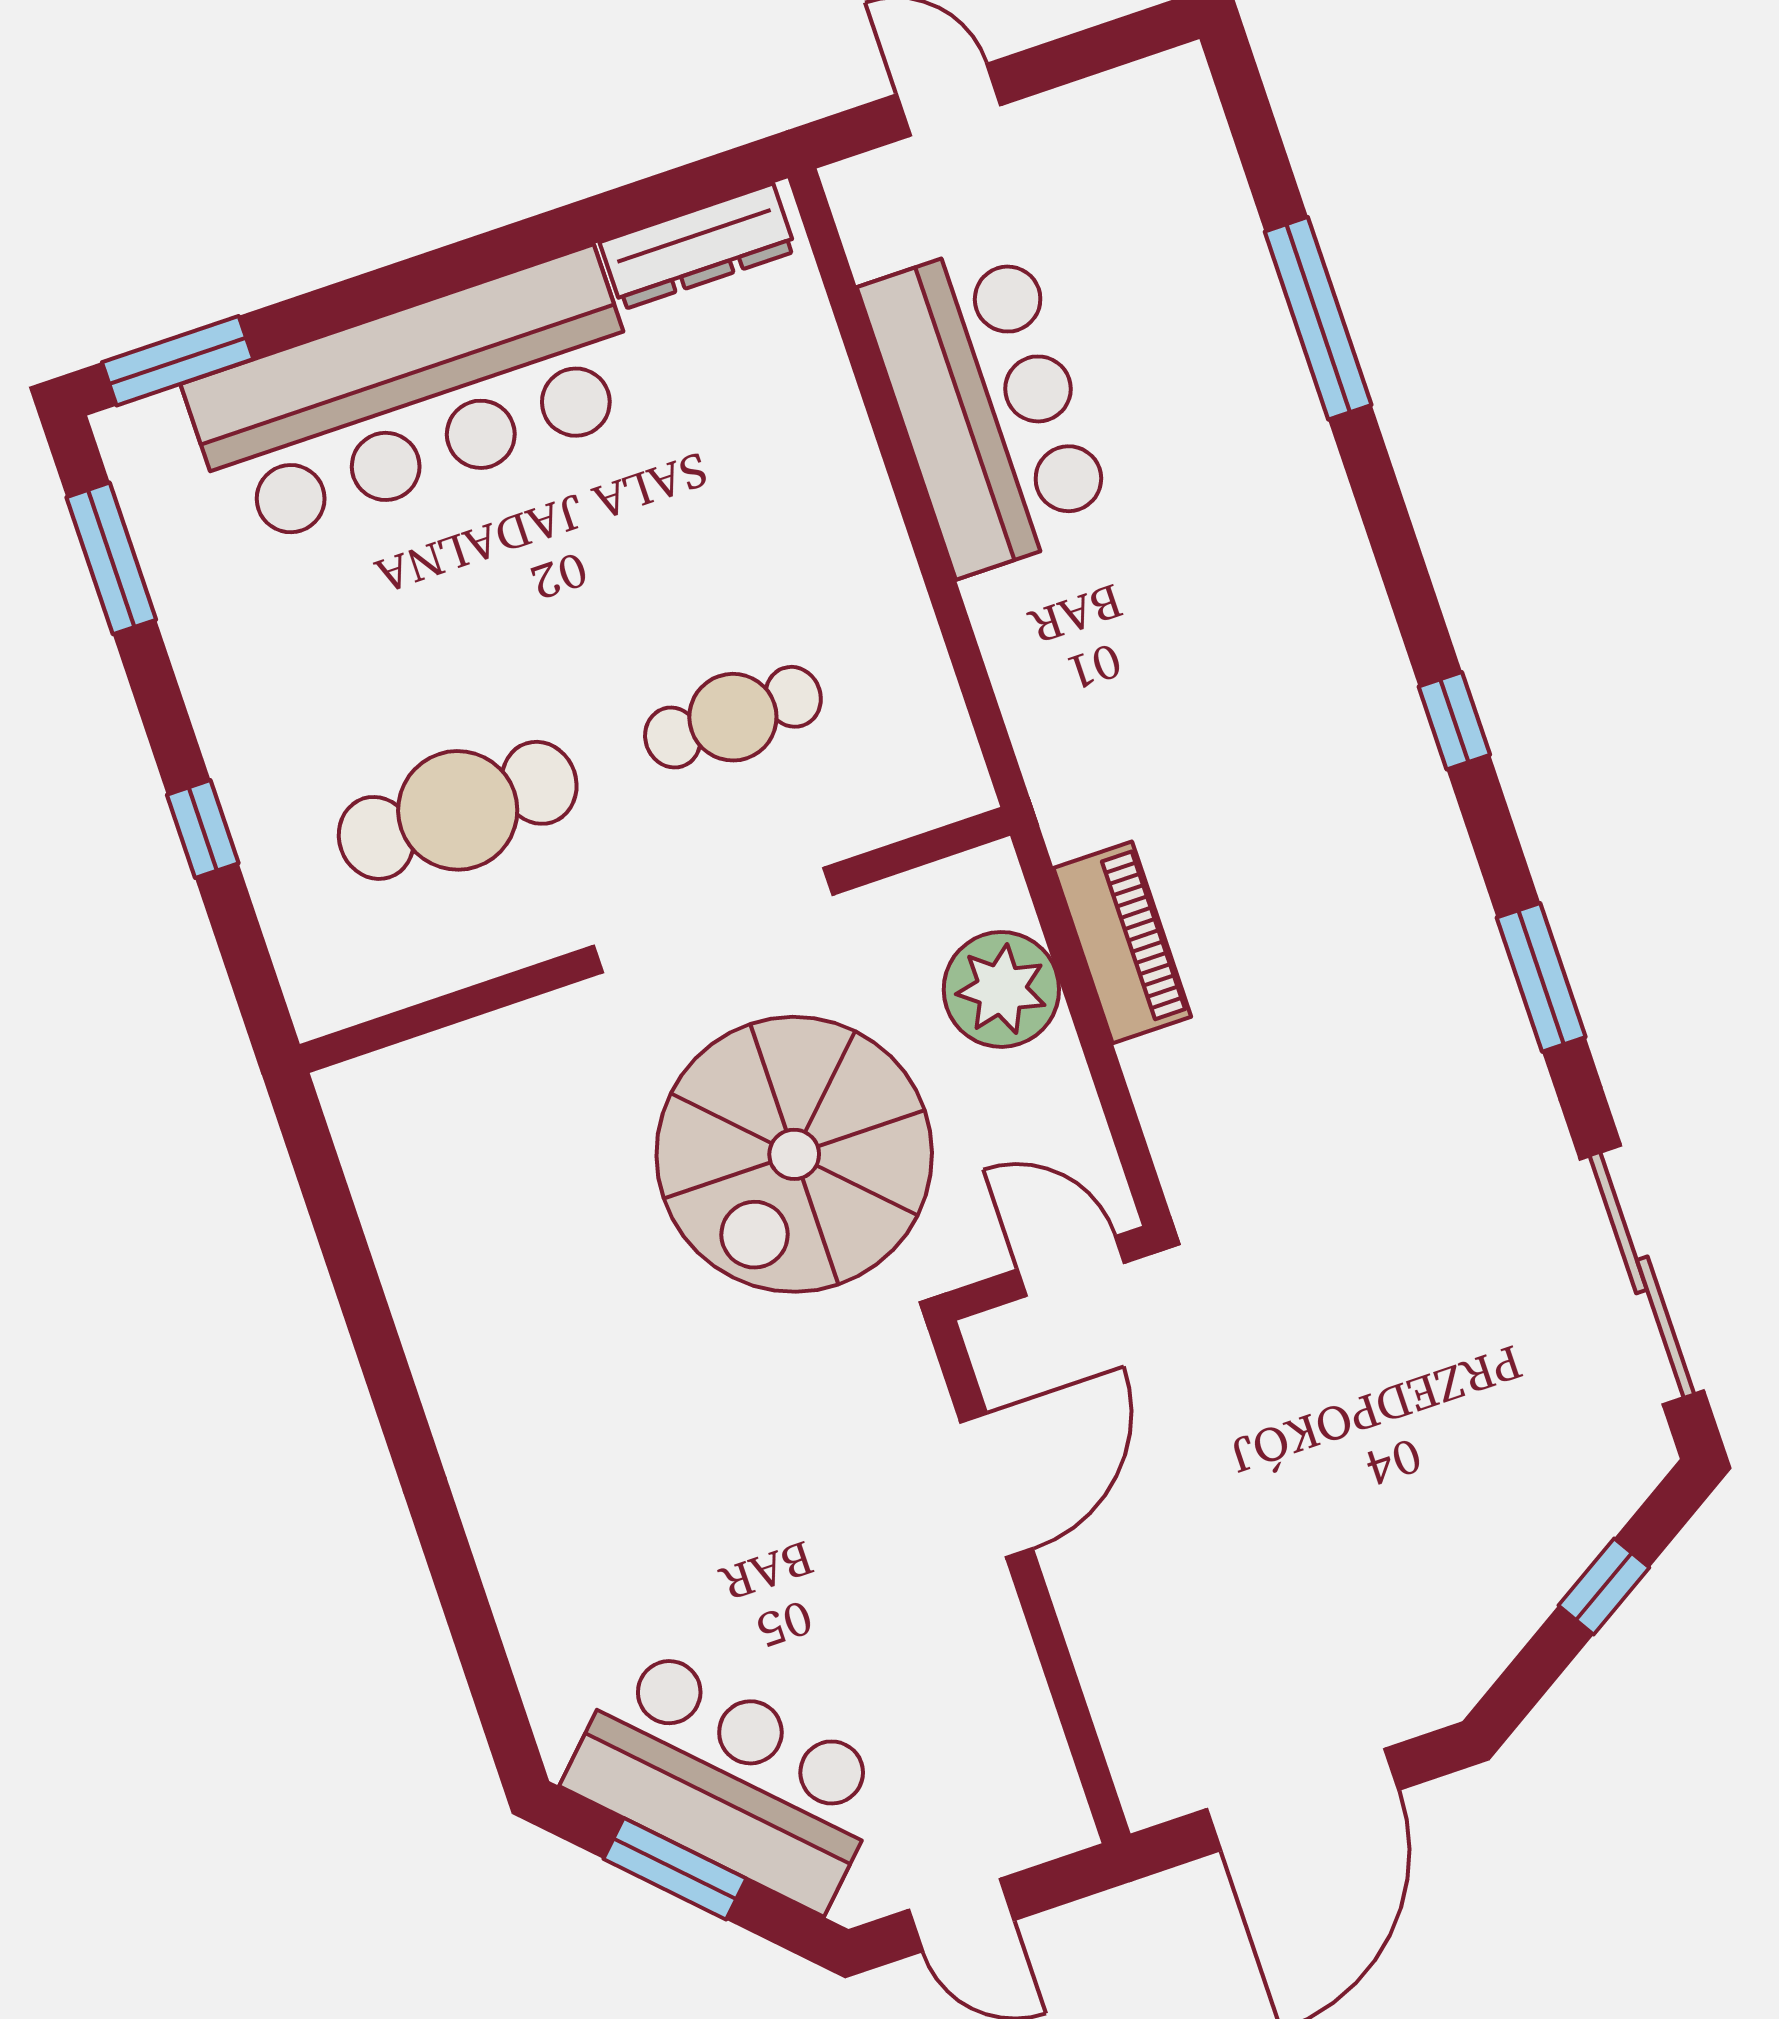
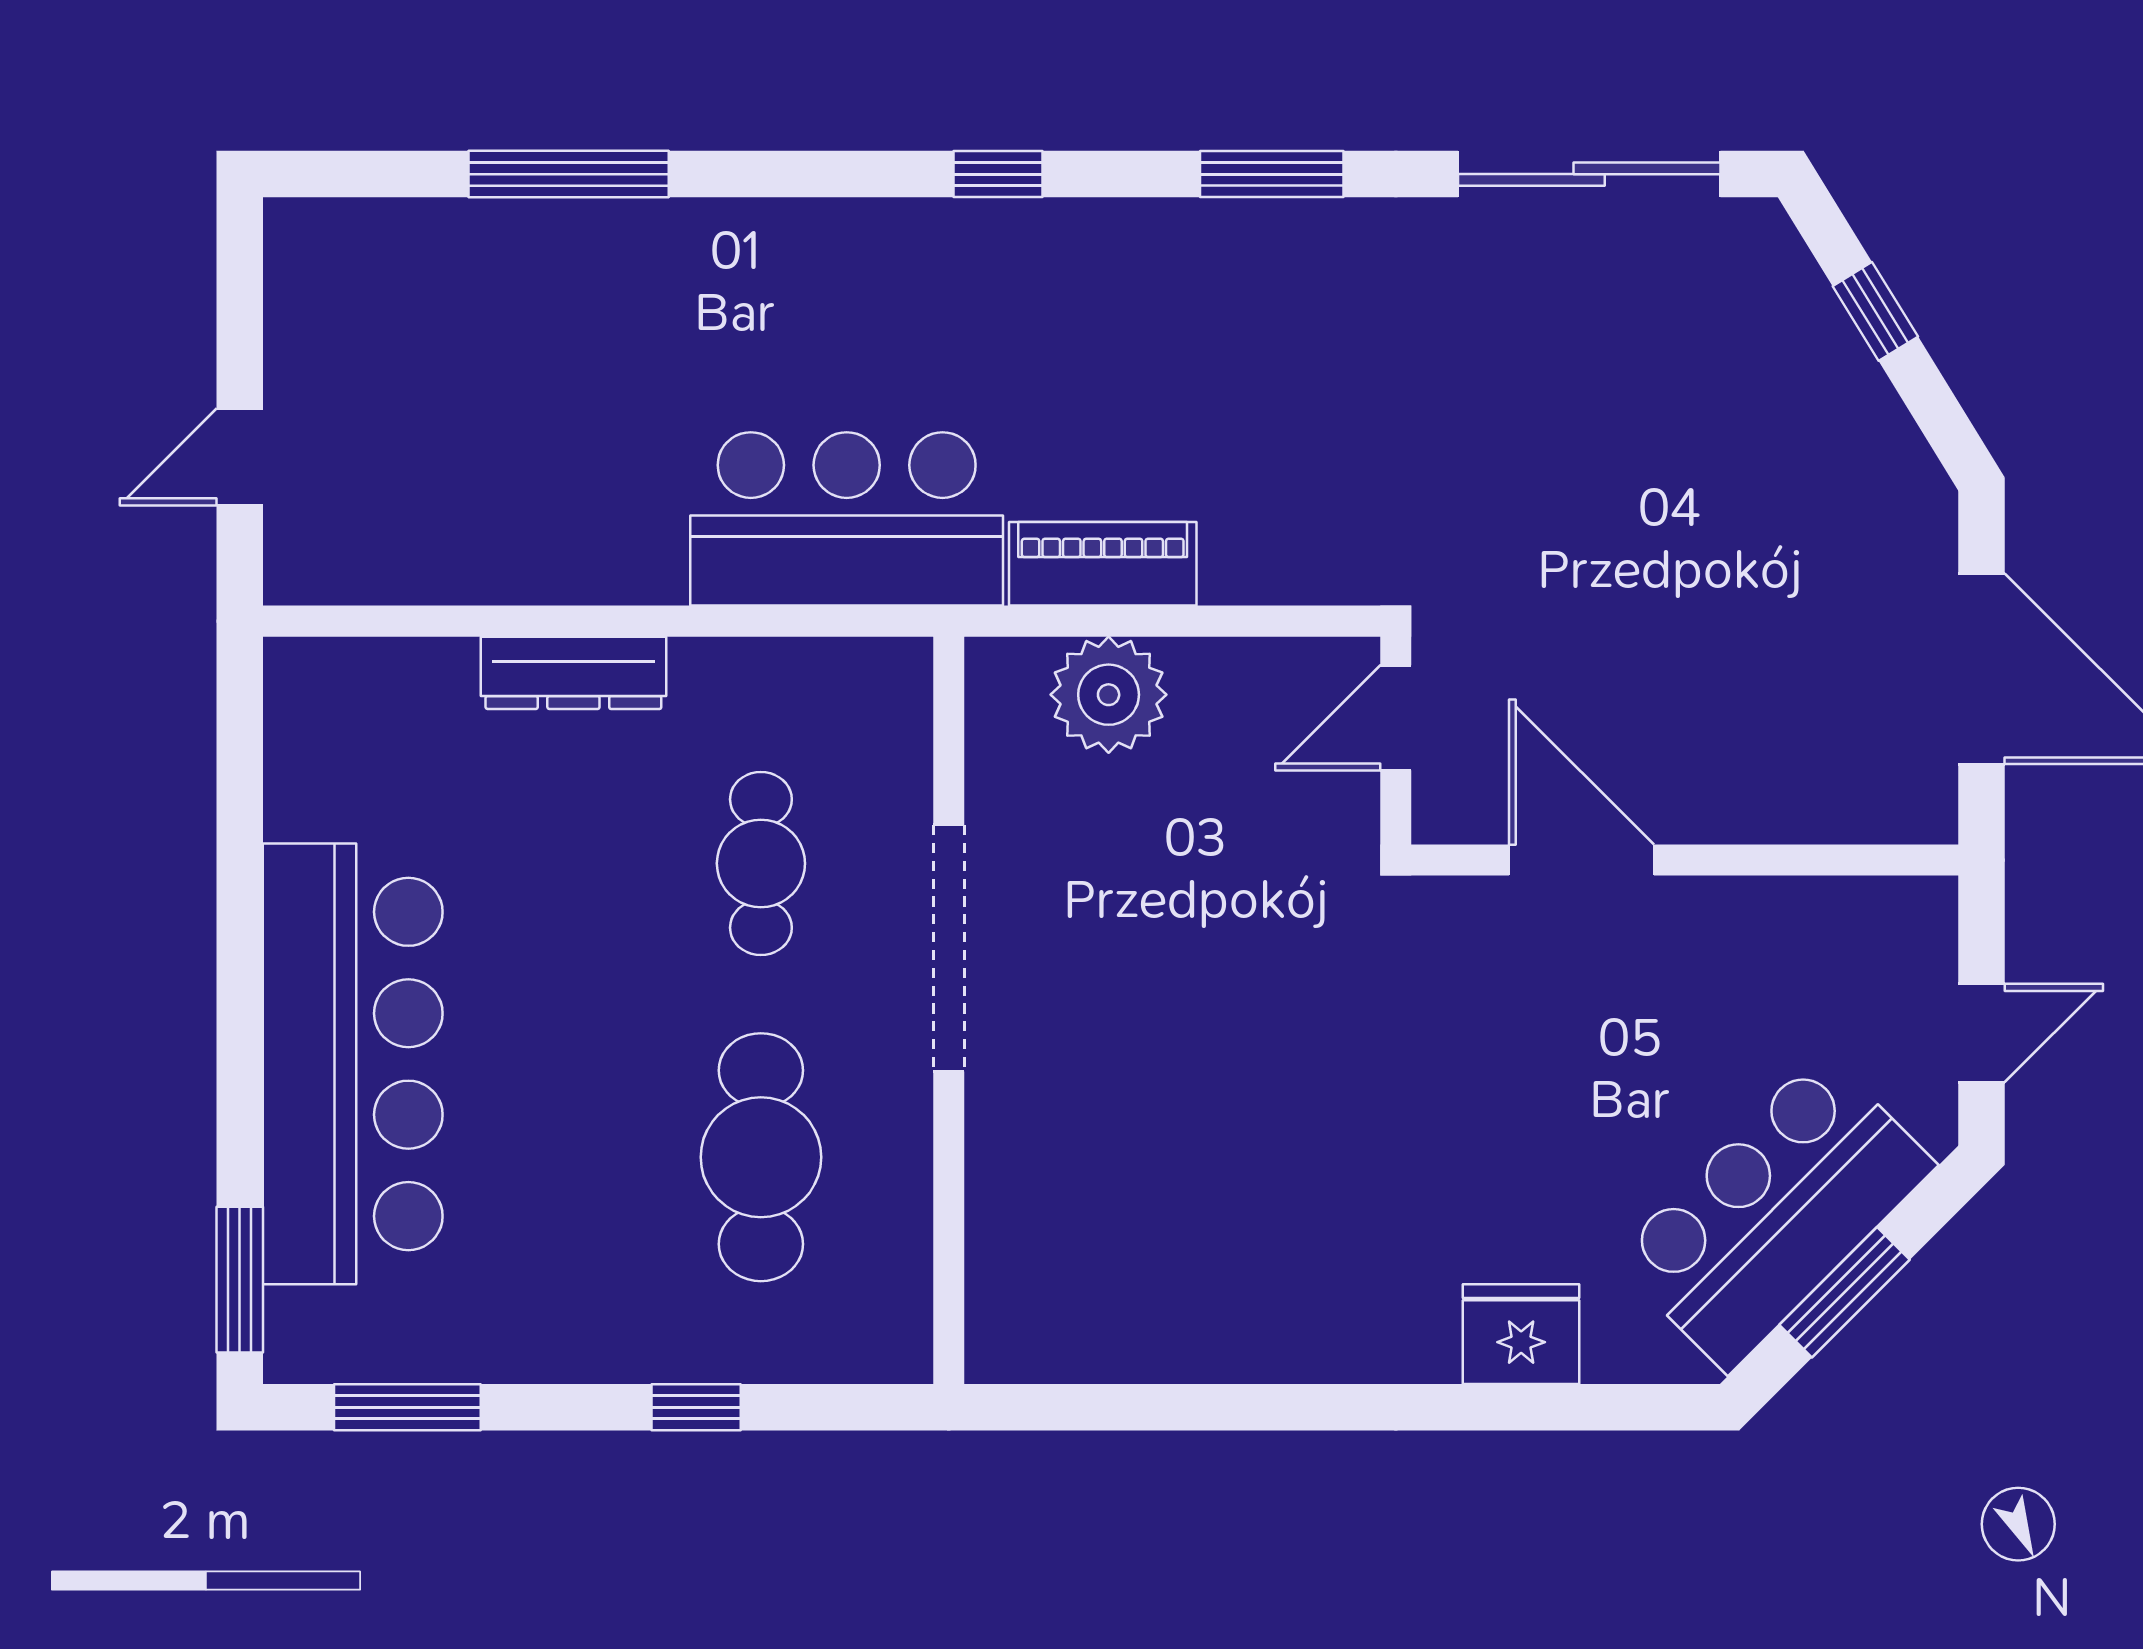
dresser: (698, 247) -> (573, 673), moved, turned 90
bar counter: (988, 406) -> (847, 519), moved
spiral stairs: (794, 1154) -> (1199, 947), removed
fridge: (533, 1579) -> (1521, 1334), added

